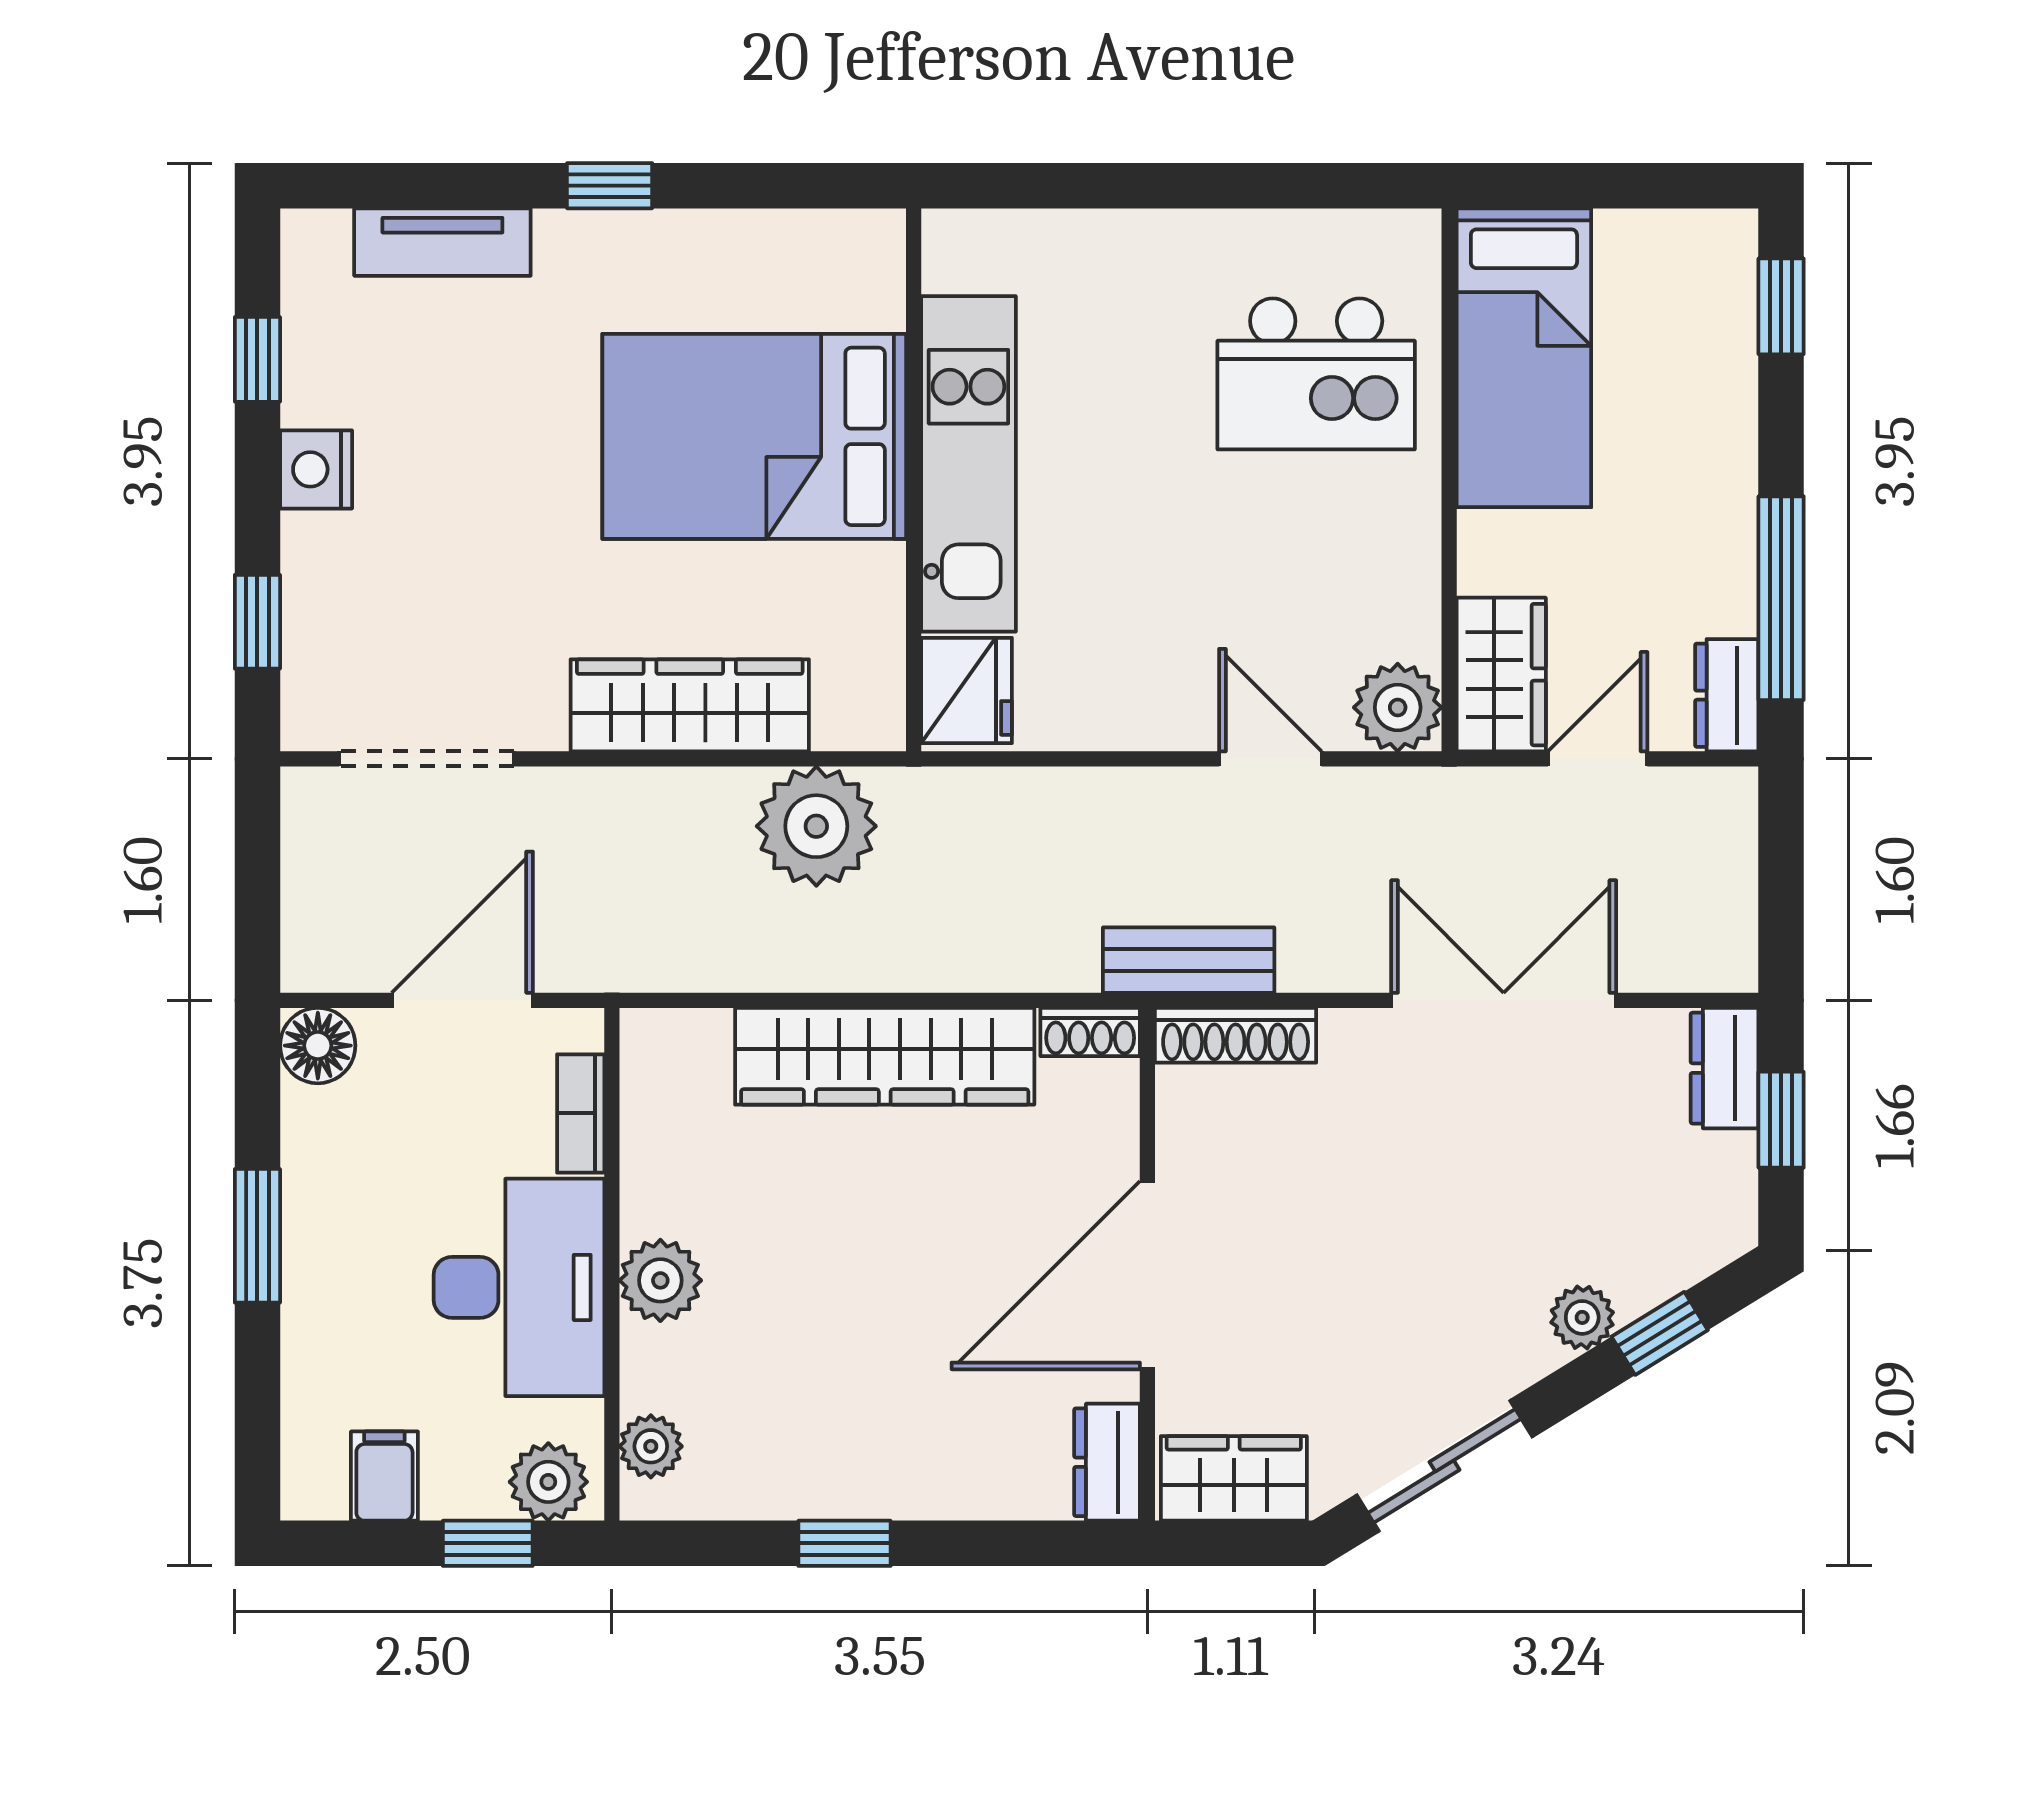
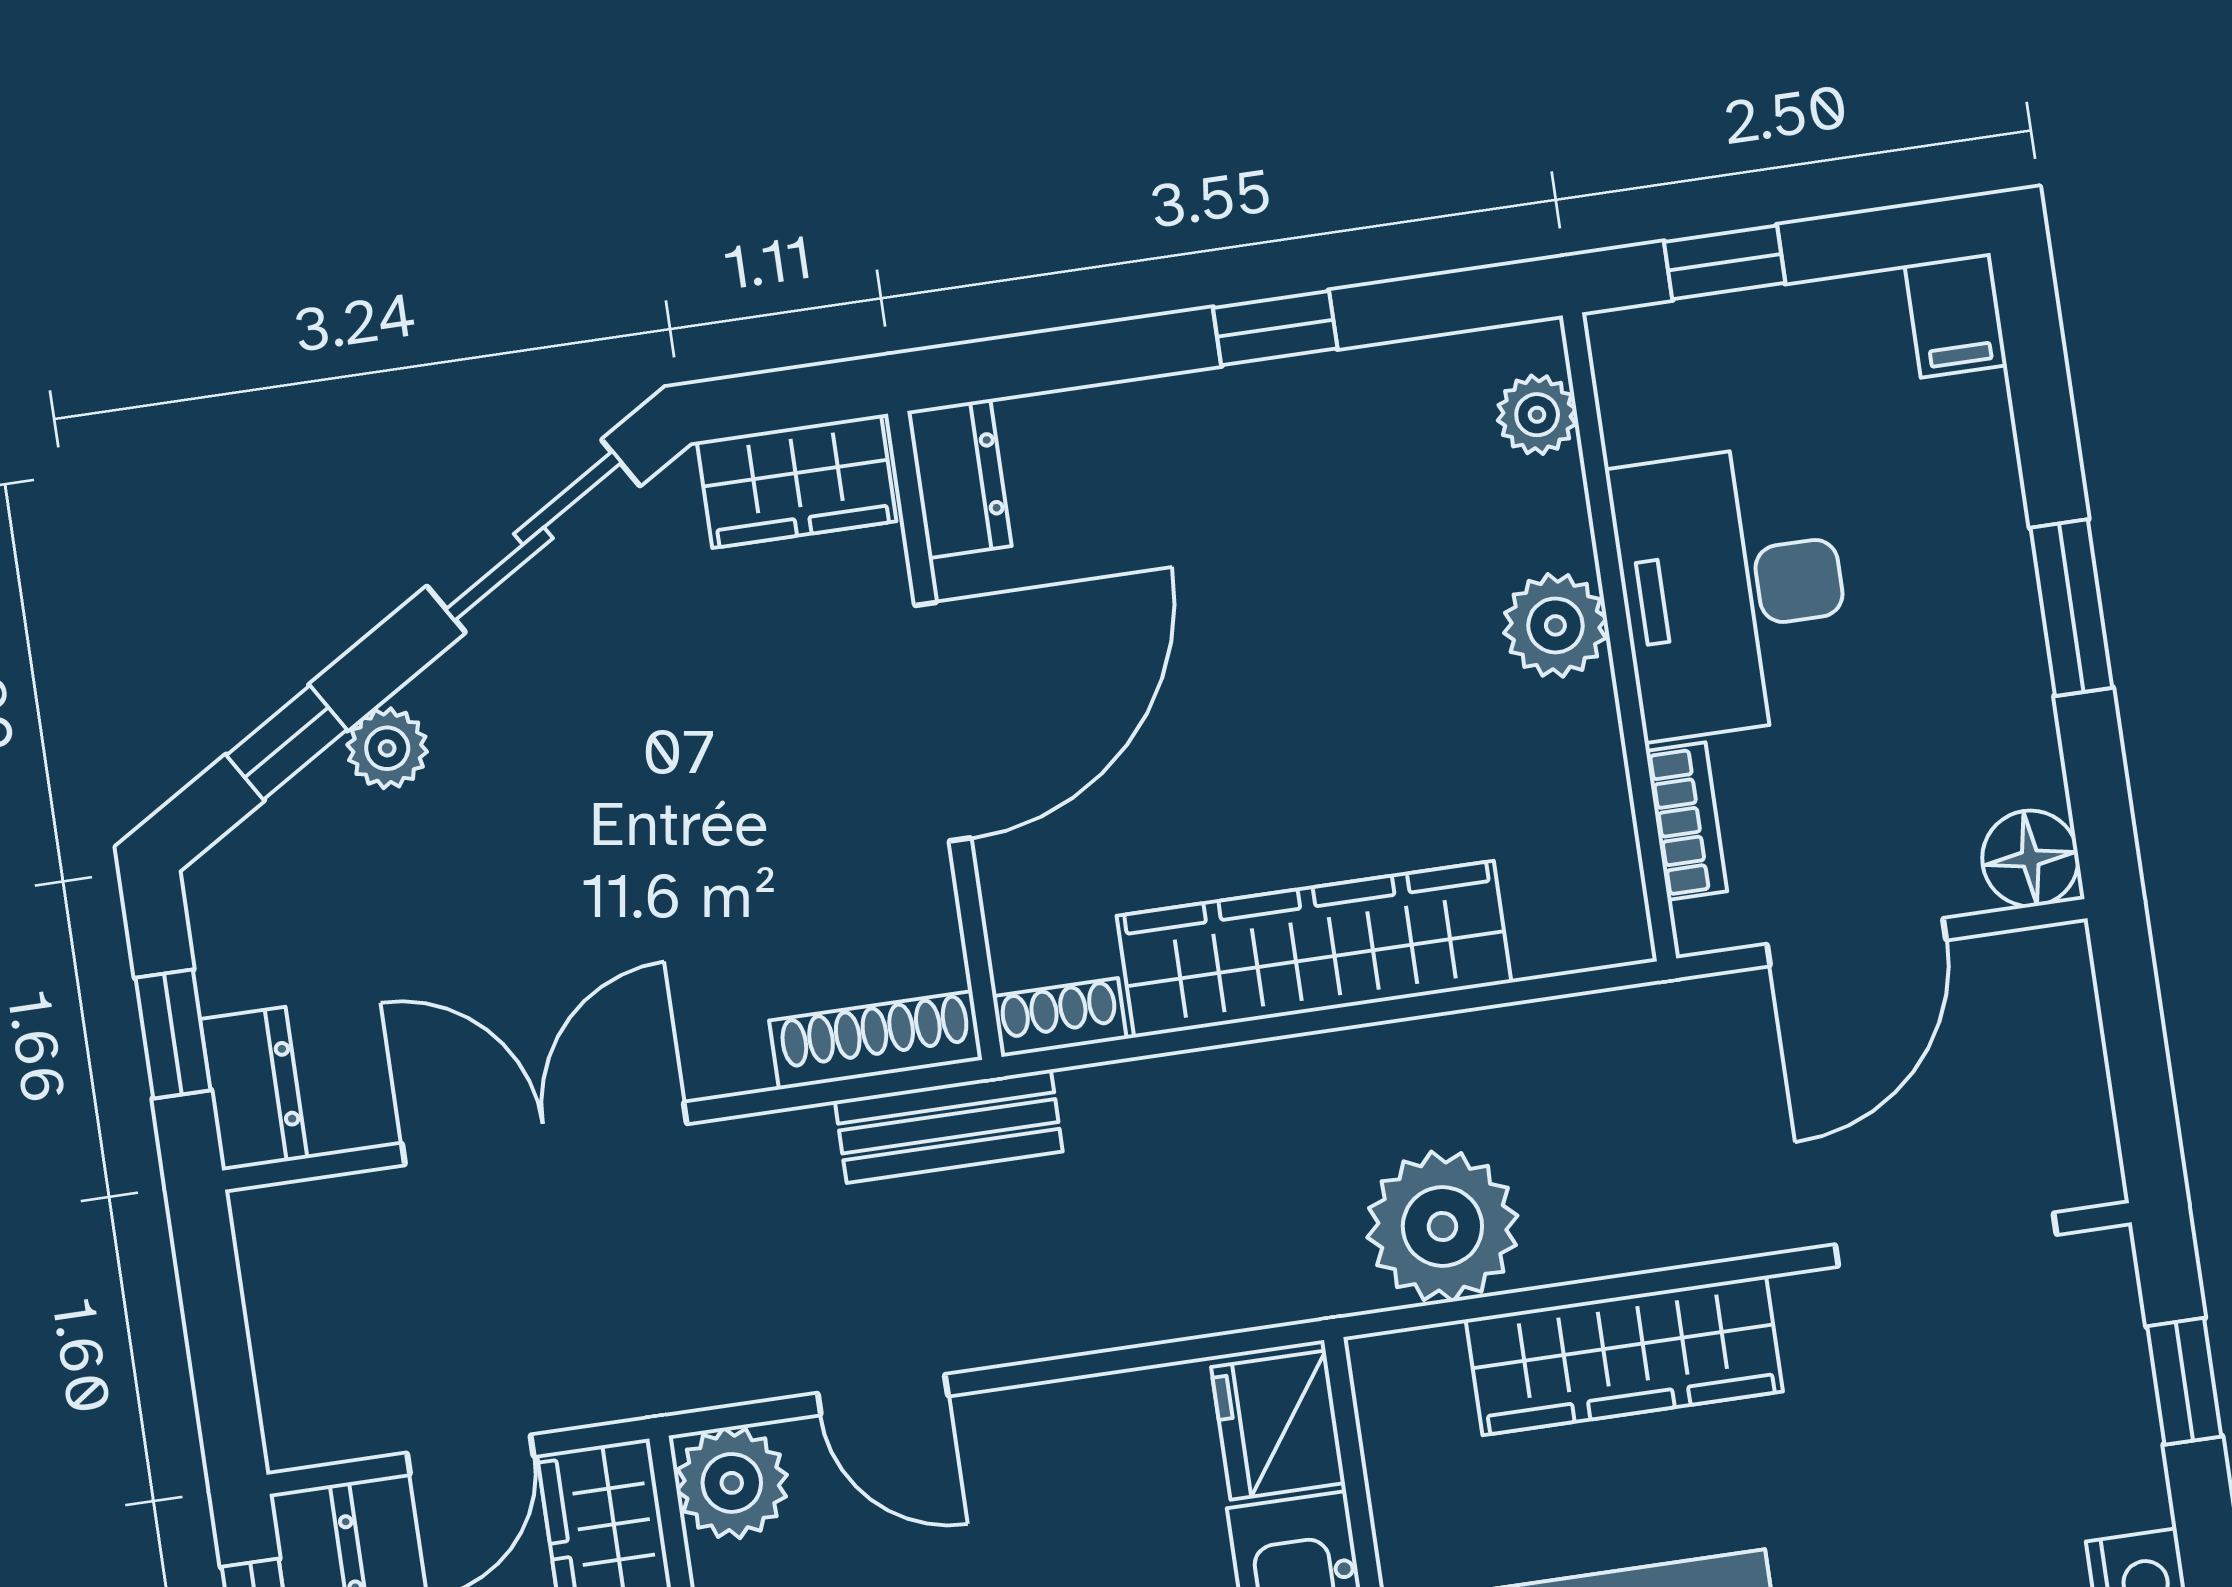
double door: (1504, 1000) -> (544, 1133), swing flipped
filing cabinet: (384, 1476) -> (1955, 315), moved
plant: (548, 1482) -> (1660, 351), removed

